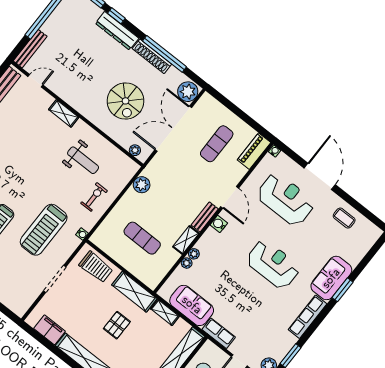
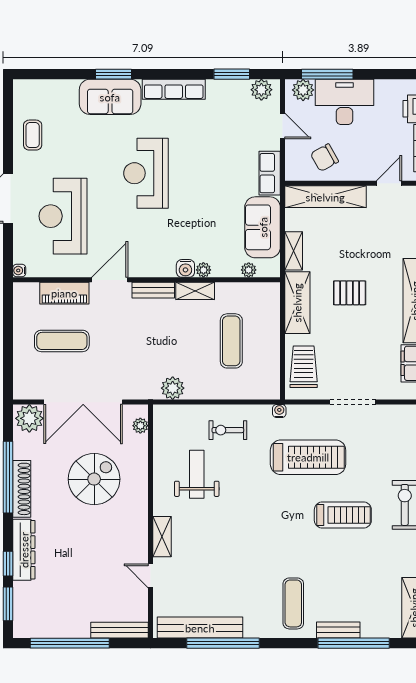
door: (35, 81) -> (151, 576), moved
piano: (254, 151) -> (64, 293), moved
water cooler: (219, 224) -> (185, 268), moved
plant: (187, 263) -> (249, 270), moved

